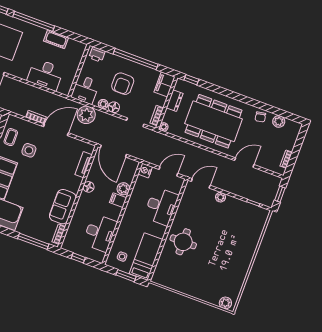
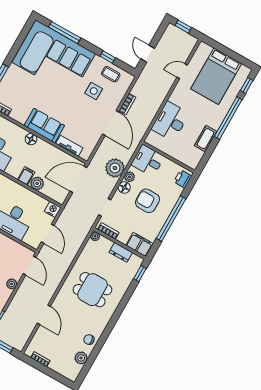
plant: (86, 115) -> (115, 168), moved
dining table: (214, 121) -> (92, 290), width x0.53, depth x0.80
floor lamp: (88, 187) -> (31, 139), moved
sofa: (63, 207) -> (44, 126), moved

